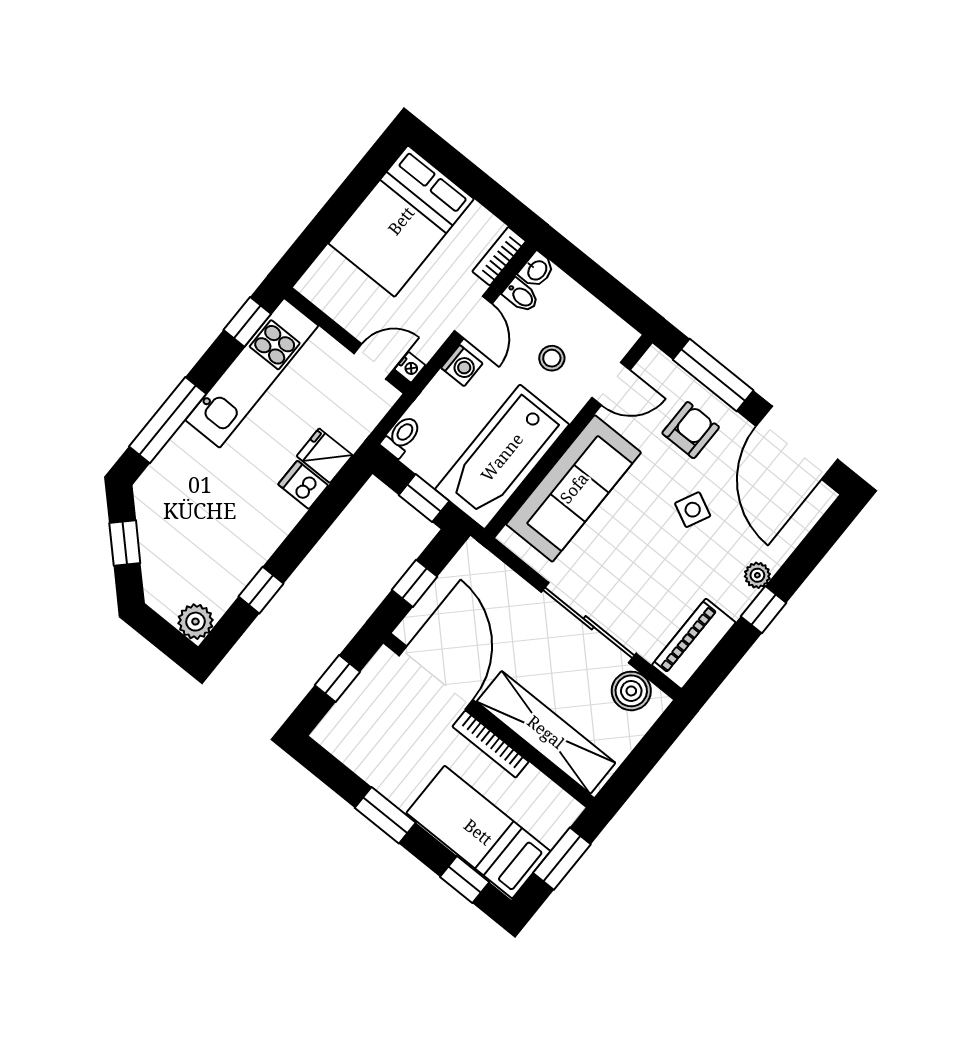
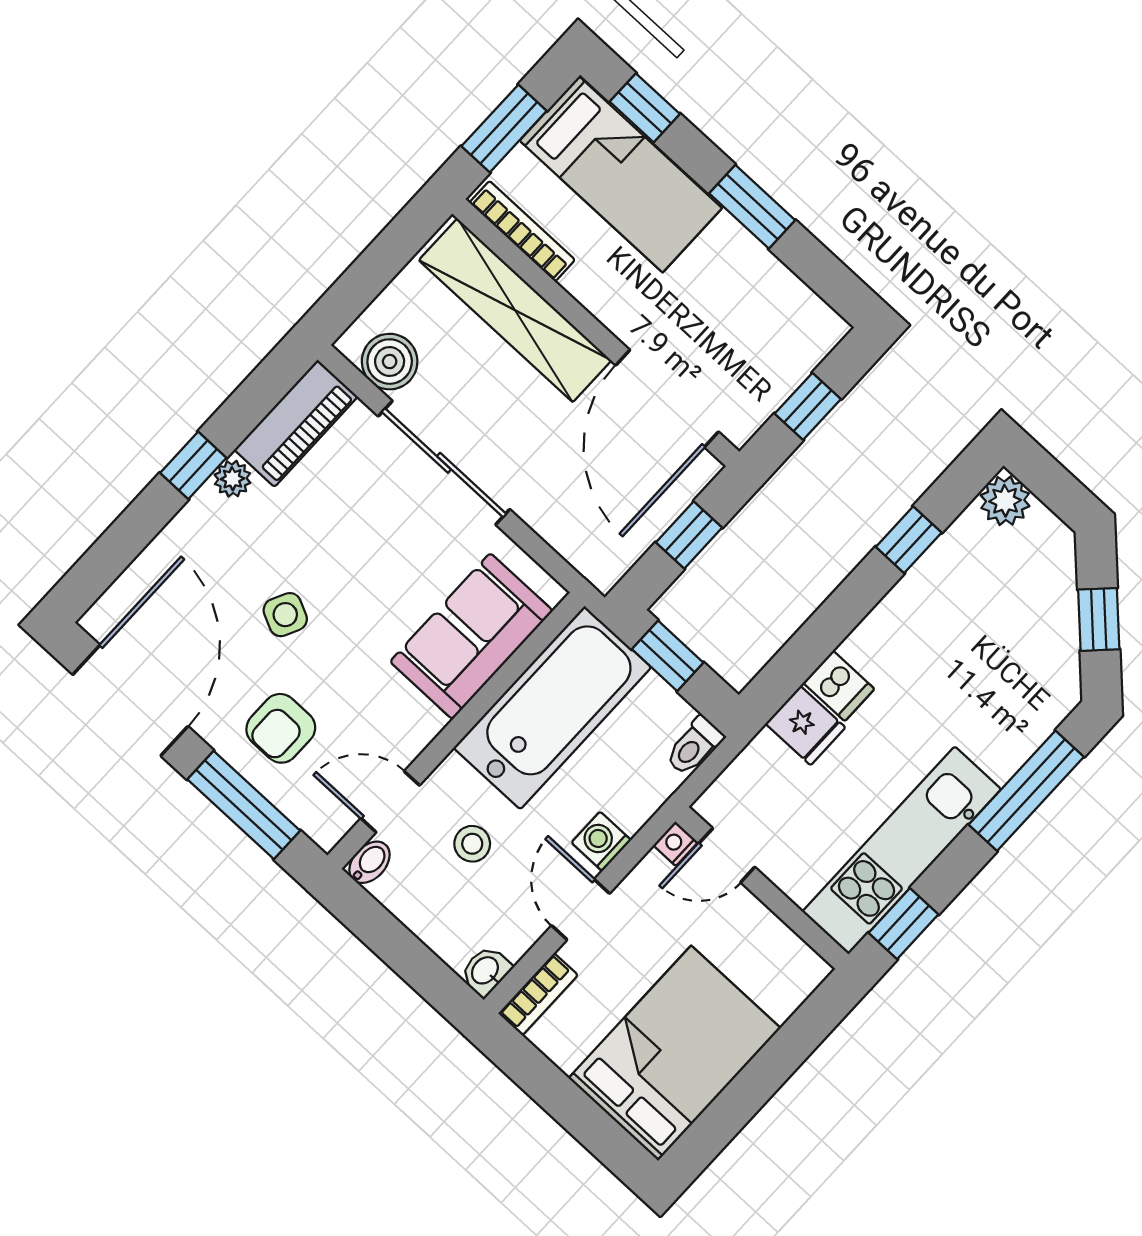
bidet: (521, 296) -> (370, 862), moved, turned 90
sofa: (574, 488) -> (471, 636), width x0.73
plant: (757, 575) -> (232, 479), moved
bookcase: (491, 744) -> (522, 231), moved

